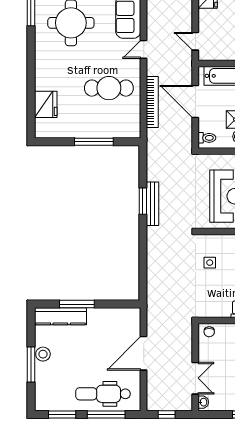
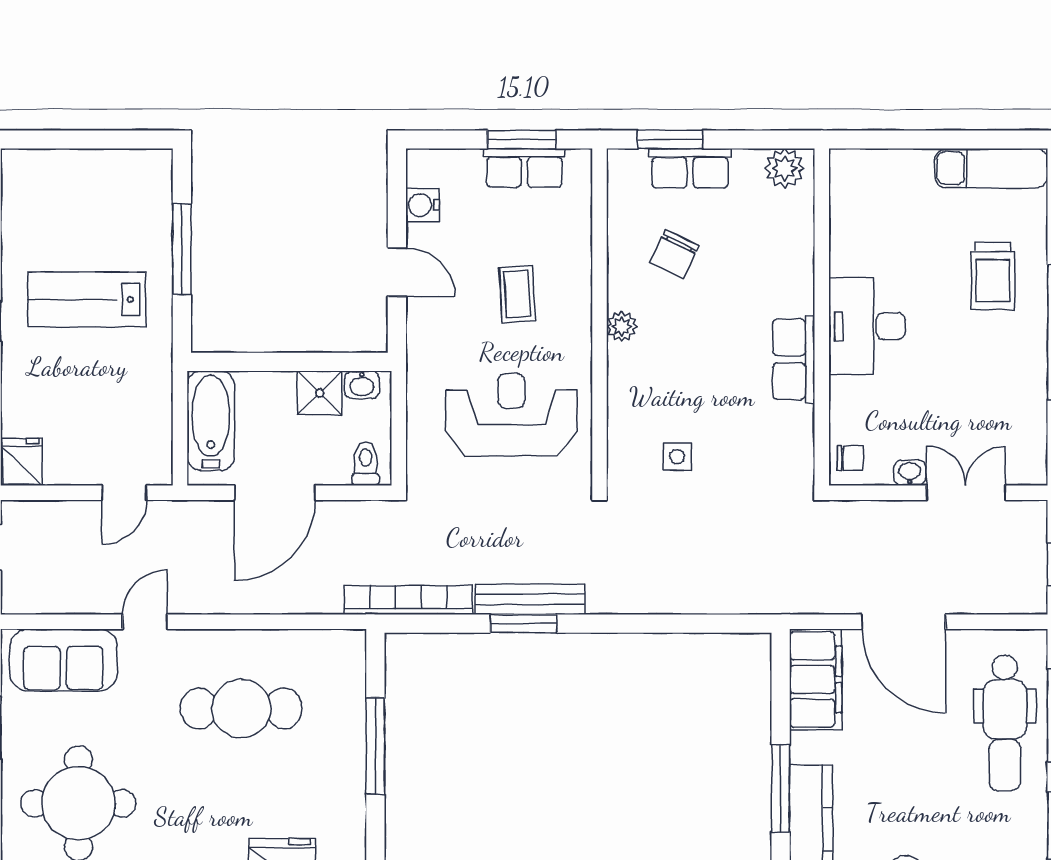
door: (144, 49) -> (145, 622), swing flipped
cafe table: (109, 88) -> (241, 708), turned 90
bookcase: (152, 102) -> (408, 600), moved
filing cabinet: (121, 318) -> (816, 679), added
washbasin: (203, 402) -> (910, 473), moved

